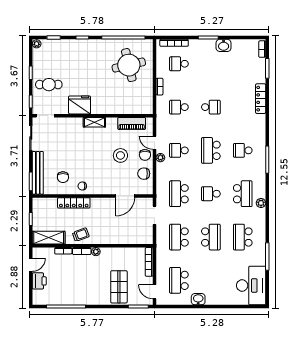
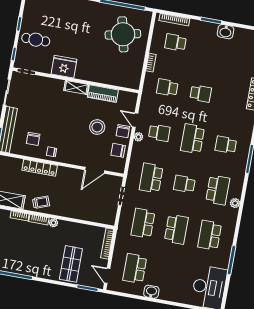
piano: (132, 123) -> (103, 94), moved
school desk: (179, 150) -> (159, 133), turned 180

